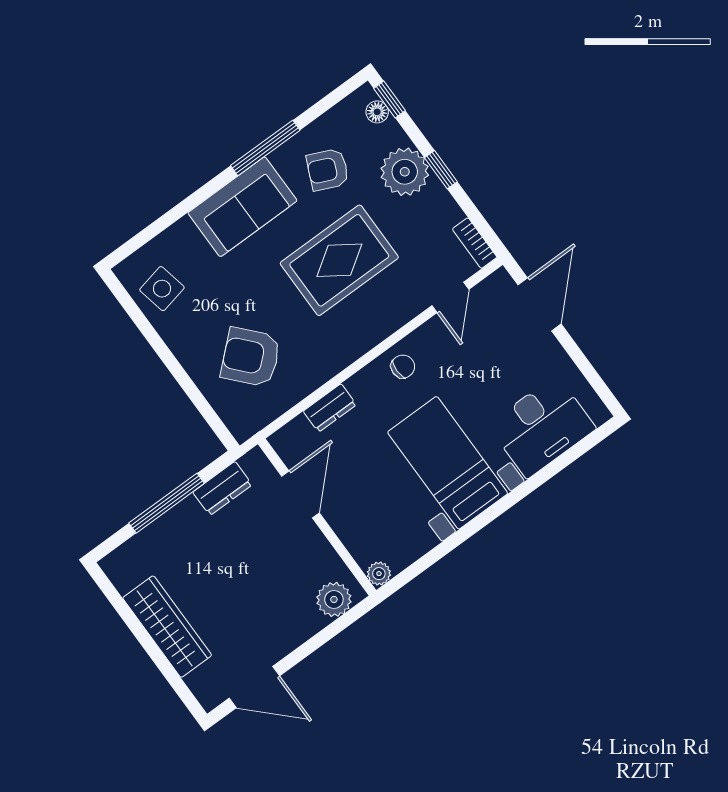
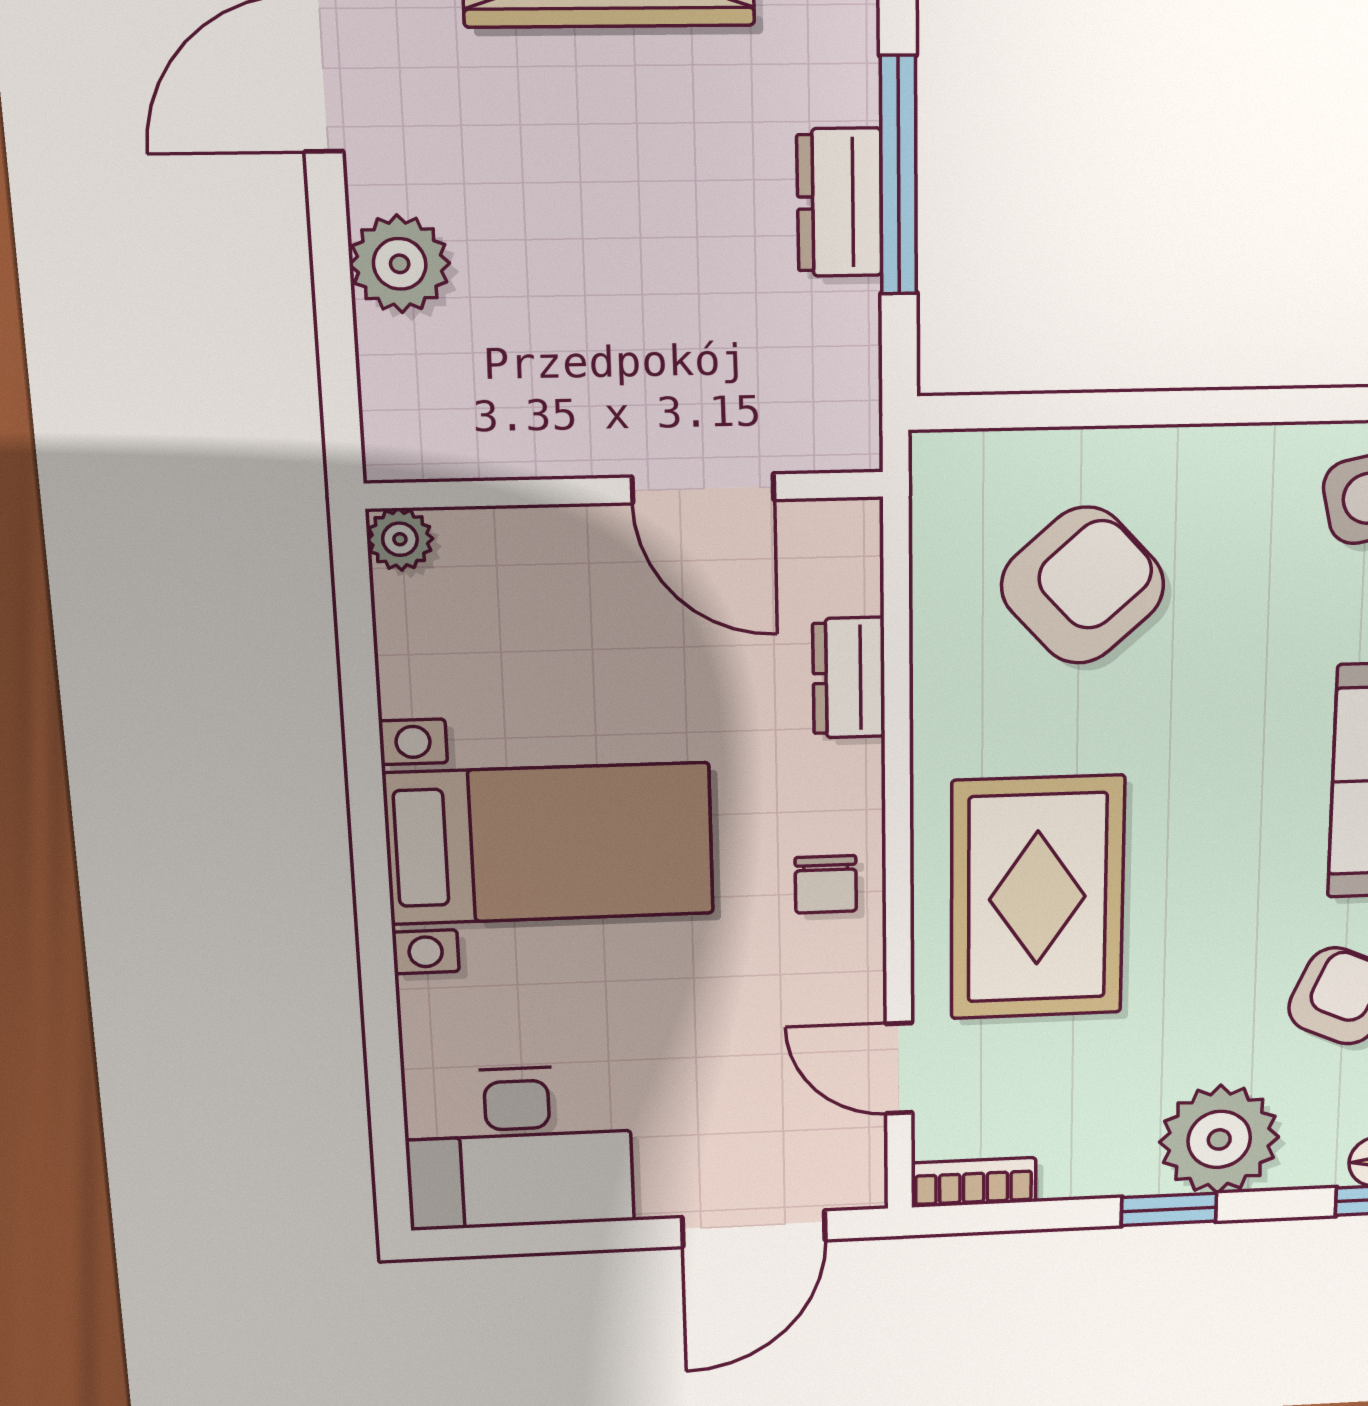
rug: (339, 260) -> (1037, 898), moved
door: (539, 304) -> (754, 1229), hinge flipped
desk: (542, 427) -> (519, 1148), moved, turned -90
dresser: (222, 488) -> (839, 203), moved
plant: (334, 599) -> (400, 264), moved

